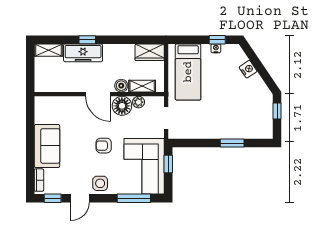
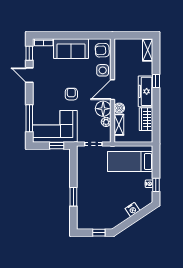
wardrobe: (150, 52) -> (146, 119), moved
freezer: (83, 53) -> (145, 91), moved
armchair: (49, 107) -> (102, 50), added
side table: (100, 183) -> (103, 70), moved

